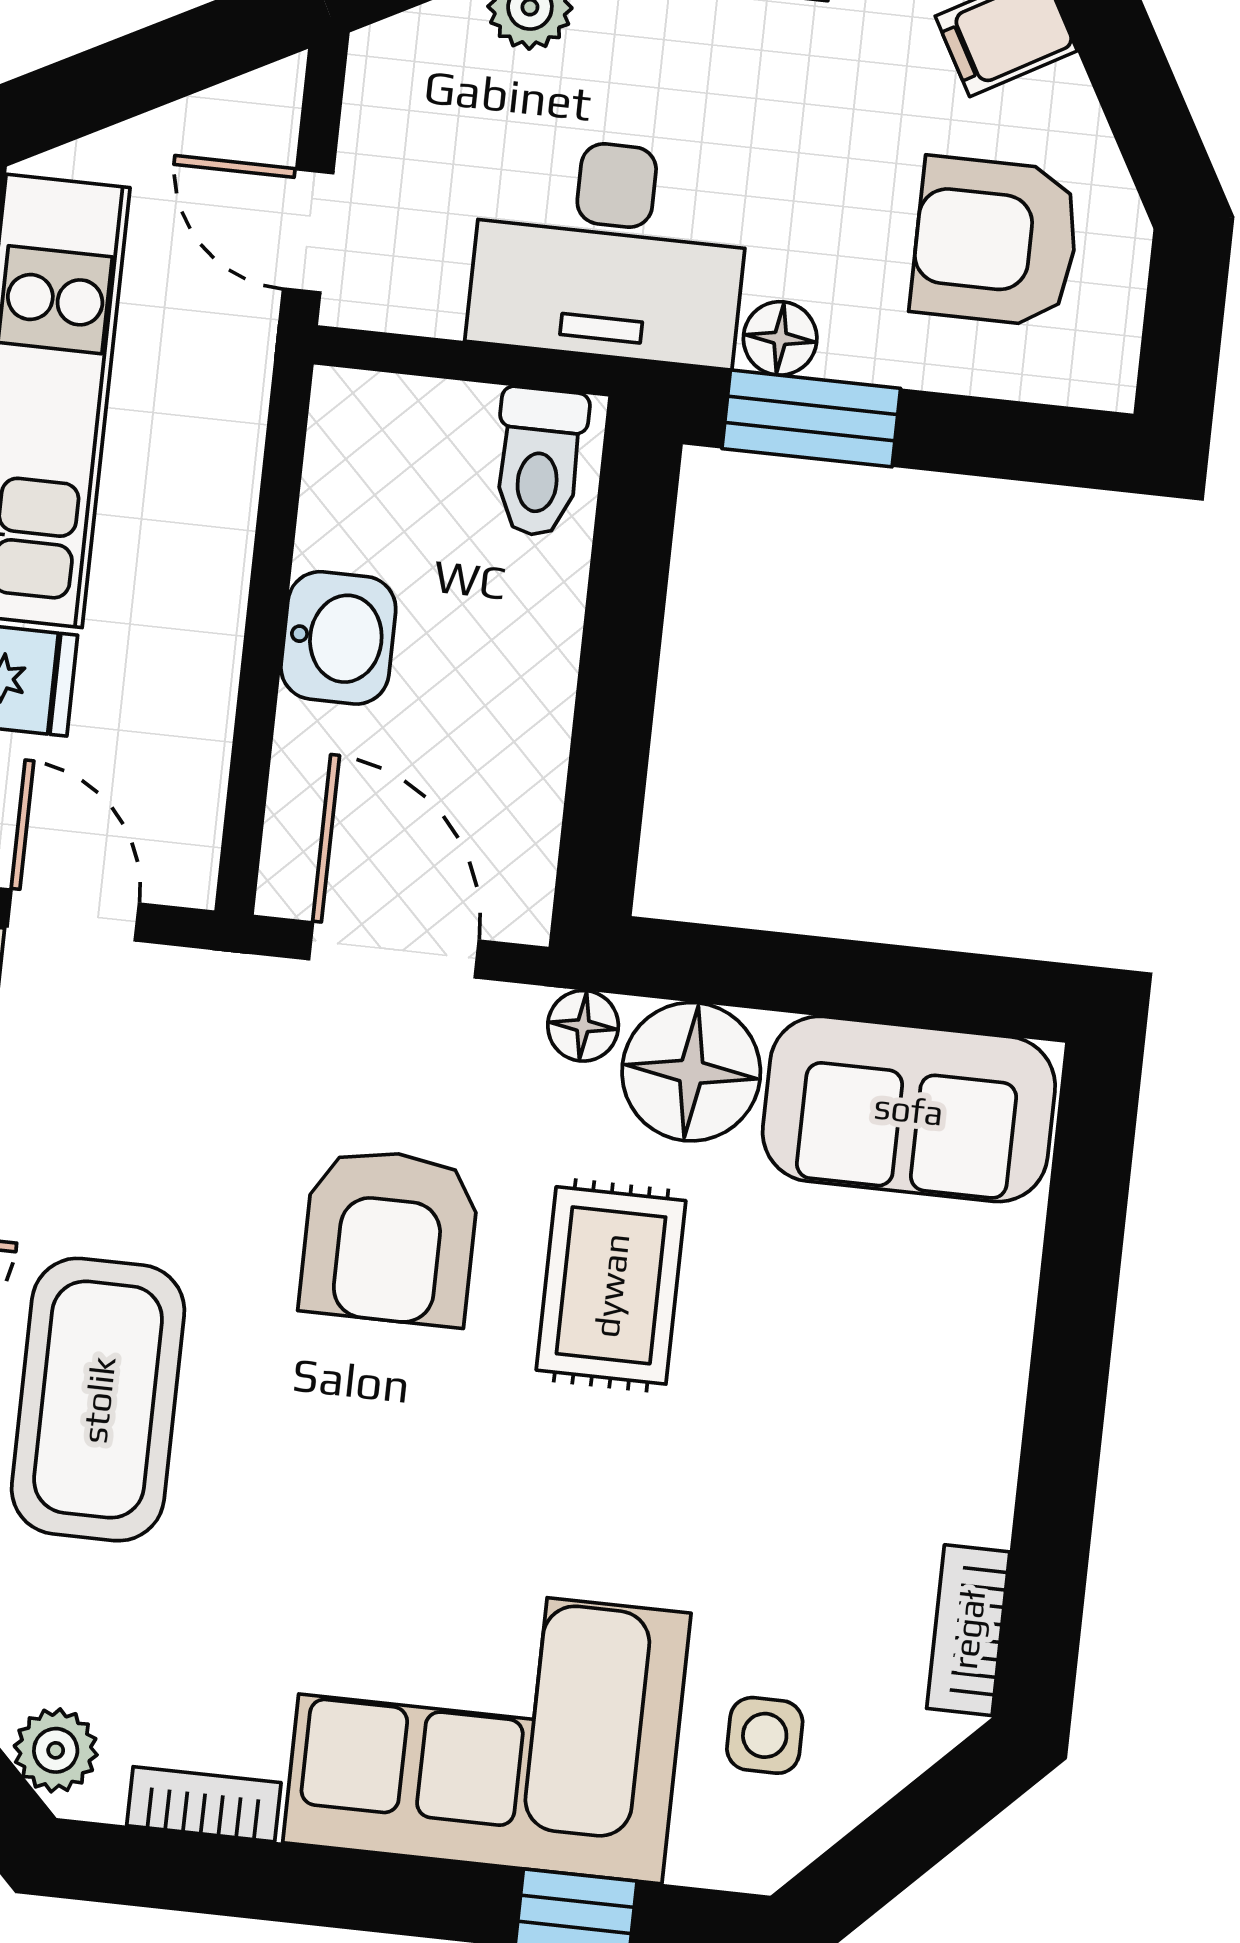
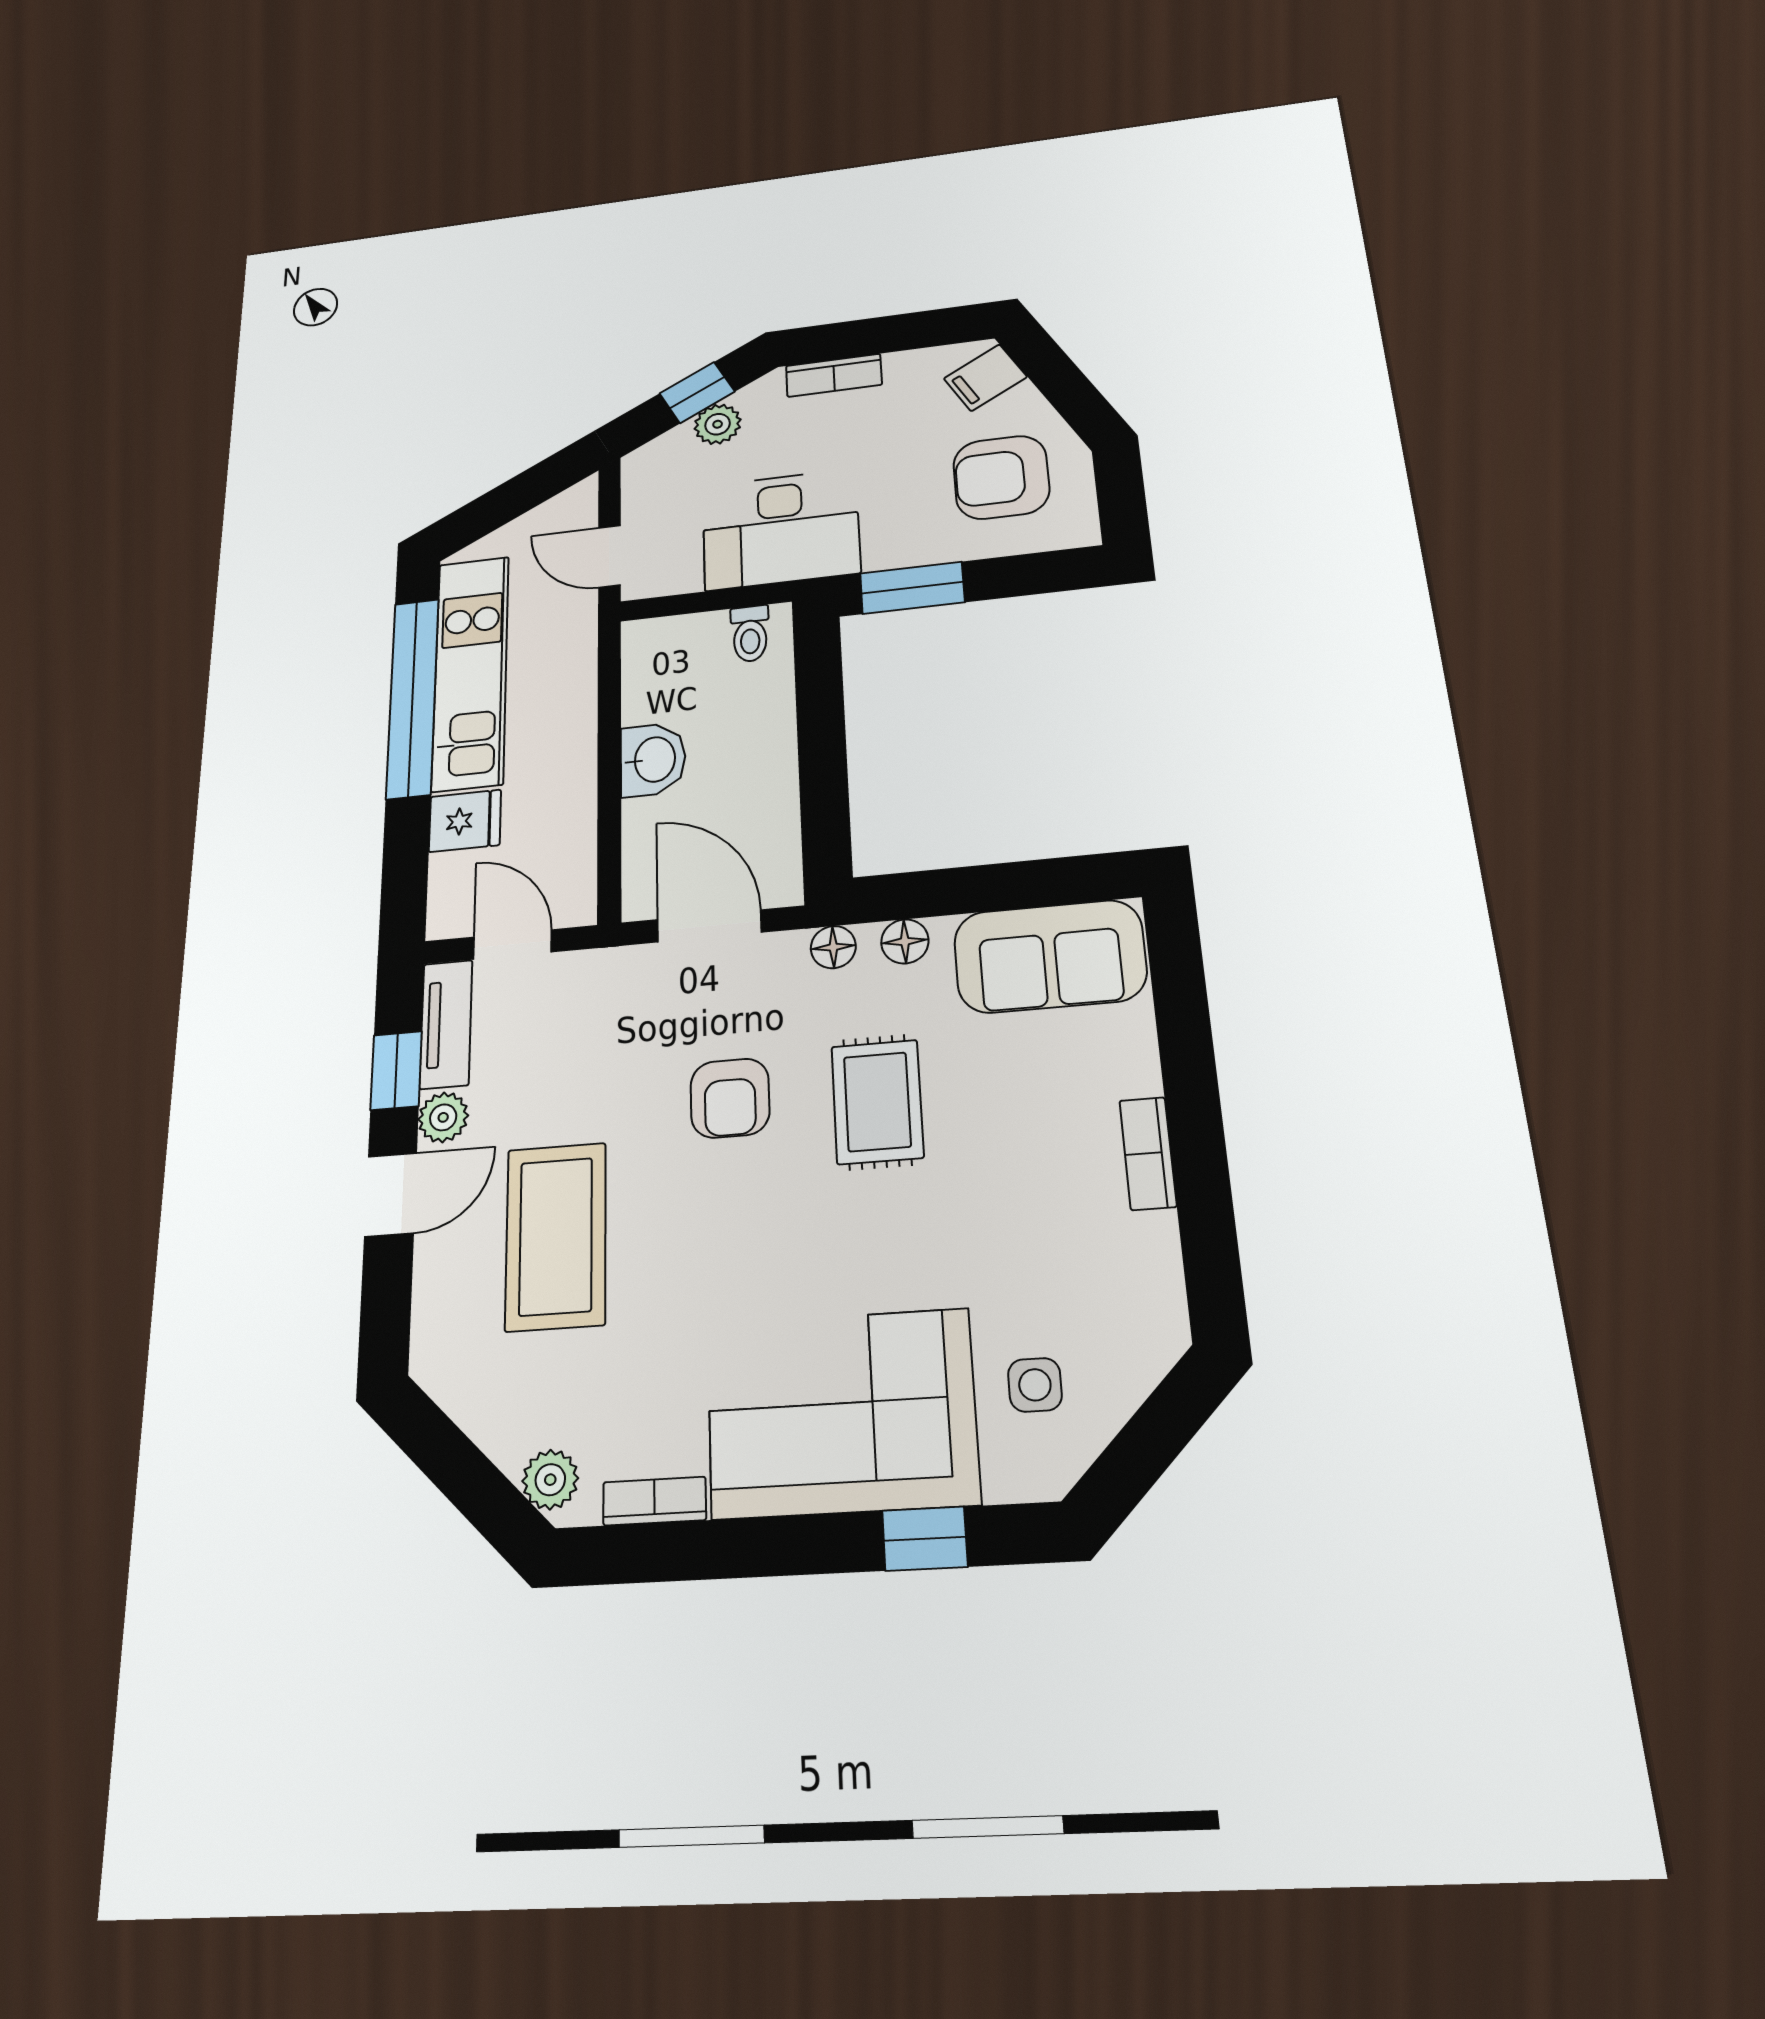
floor lamp: (780, 338) -> (886, 552), removed
toilet: (539, 462) -> (750, 634), width x0.73, depth x0.72
floor lamp: (691, 1072) -> (905, 941), width x0.53, depth x0.53
armchair: (389, 1237) -> (730, 1098), width x0.72, depth x0.72
bookcase: (968, 1630) -> (1148, 1153), moved

